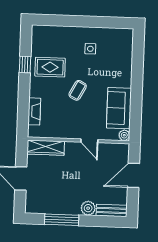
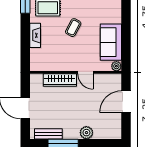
fireplace: (34, 111) -> (35, 35), moved
wardrobe: (46, 148) -> (60, 80), moved
bench: (112, 210) -> (48, 134), moved

